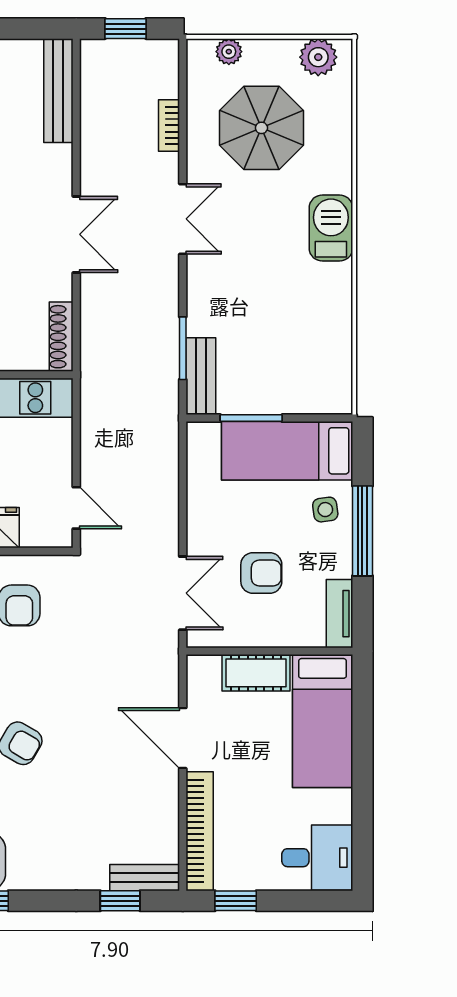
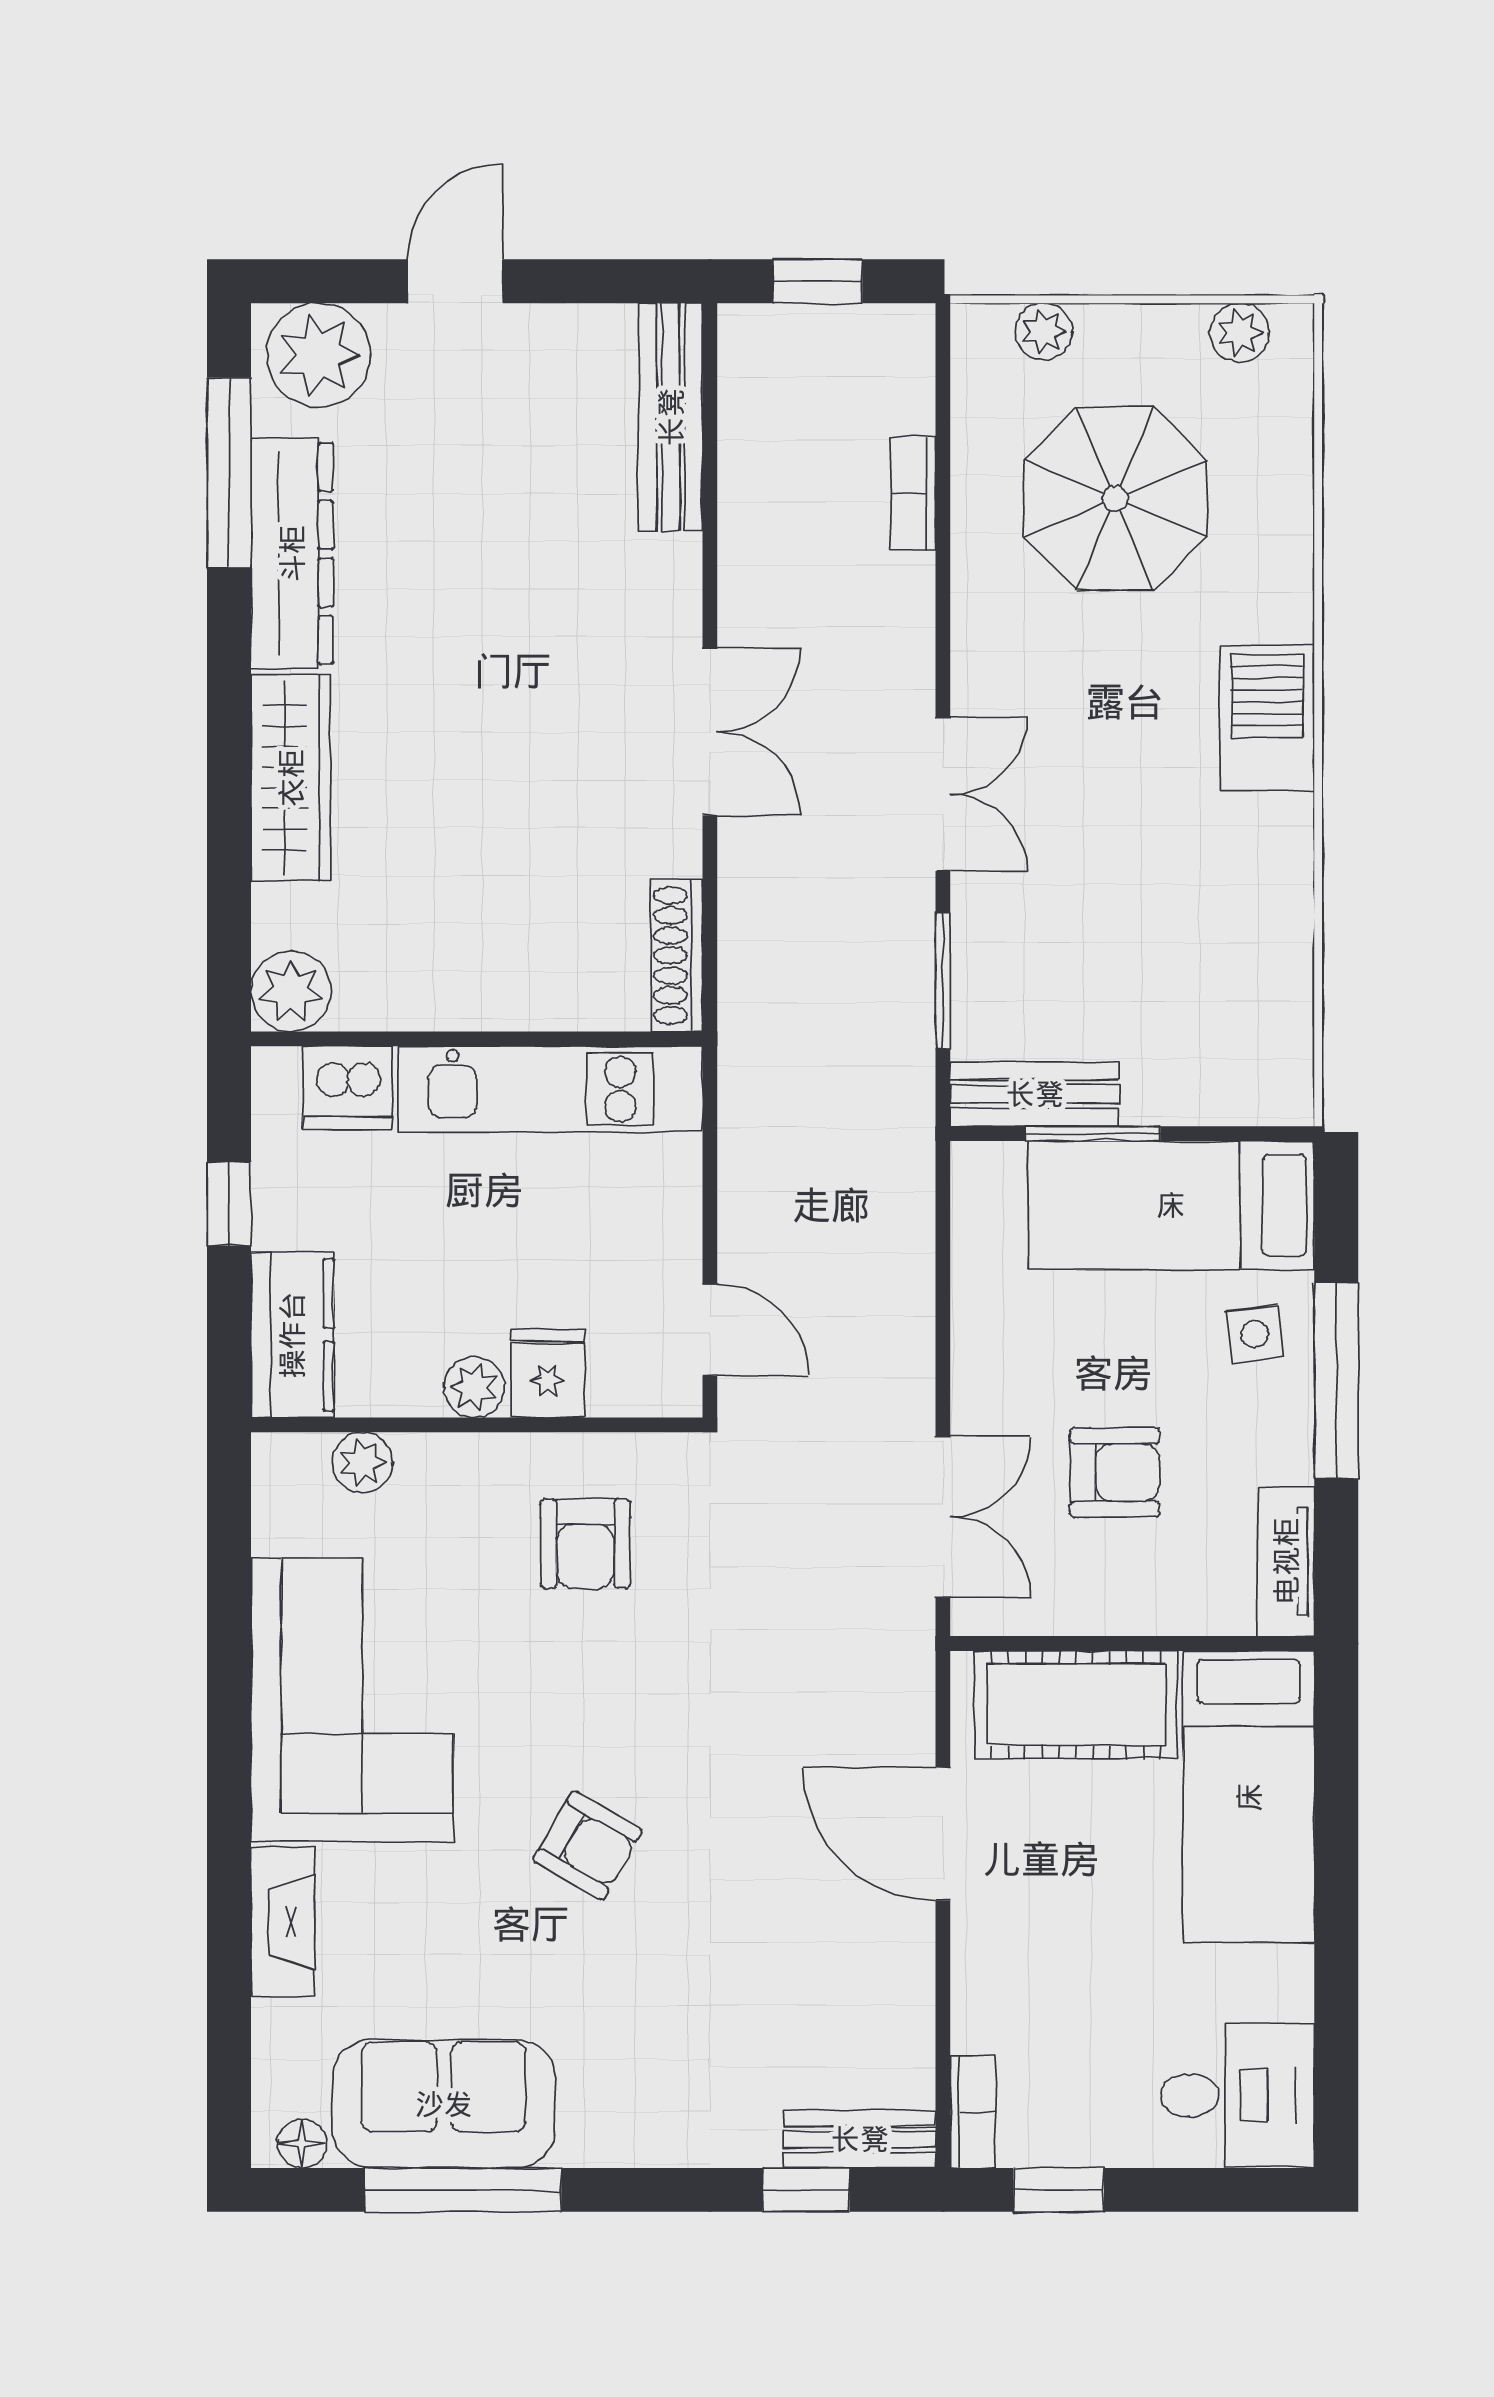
plant: (318, 57) -> (1239, 333), width x0.73, depth x0.73
double door: (183, 219) -> (943, 794), moved
bench: (201, 376) -> (1035, 1094), moved, turned 90
cot: (256, 673) -> (1076, 1705), width x1.37, depth x1.34
bookcase: (200, 831) -> (973, 2112), width x0.43, depth x0.76

